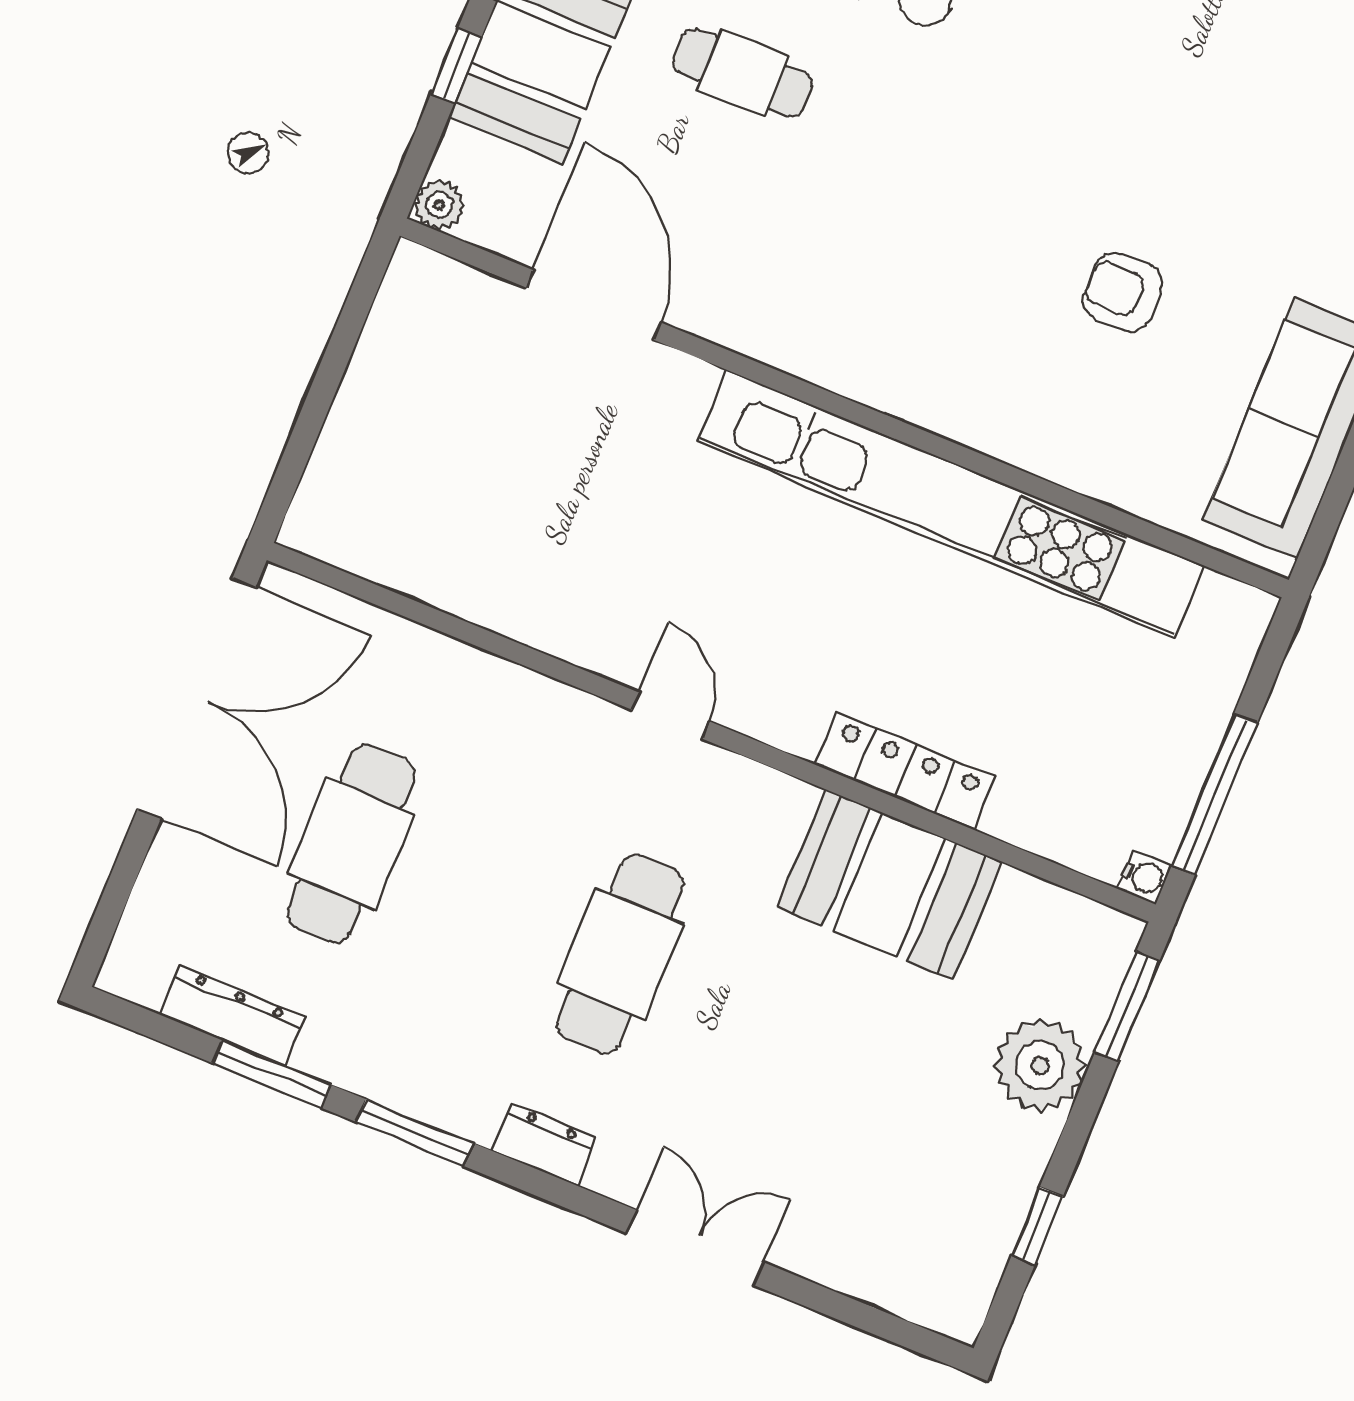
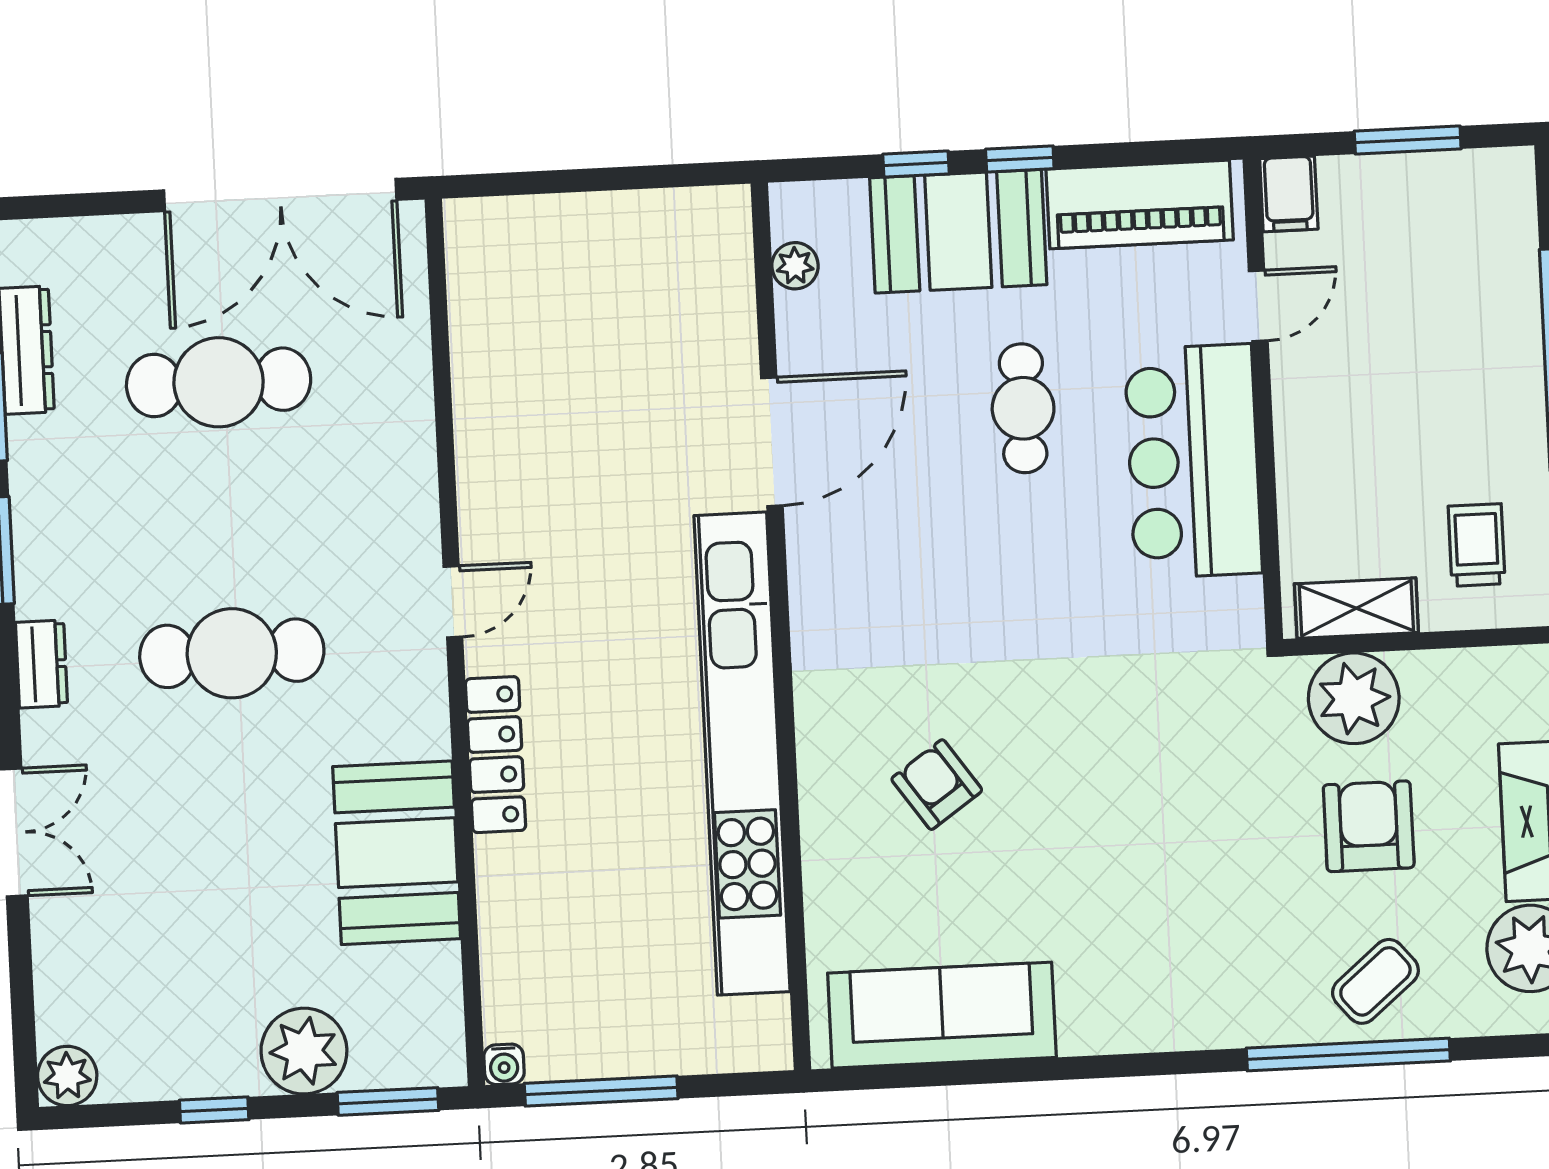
plant: (439, 205) -> (795, 266), moved
armchair: (1122, 292) -> (937, 785), moved, turned -35
door: (593, 305) -> (772, 442), moved
locker: (905, 771) -> (496, 755), moved
window: (1037, 1226) -> (214, 1110), moved
plant: (956, 1307) -> (67, 1076), added

